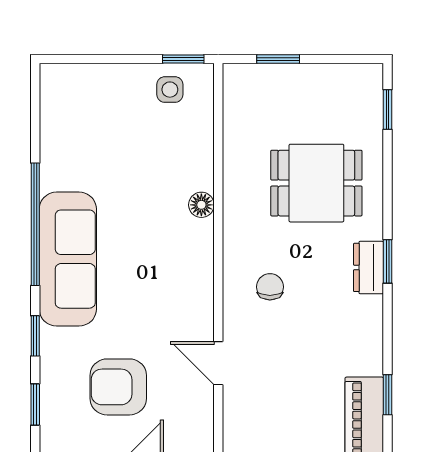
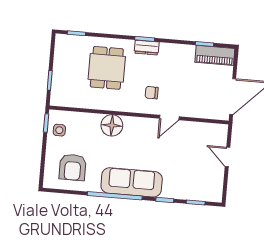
floor lamp: (201, 205) -> (112, 125), width x1.89, depth x1.89
door: (218, 363) -> (169, 118), moved
armchair: (118, 387) -> (73, 167), moved

